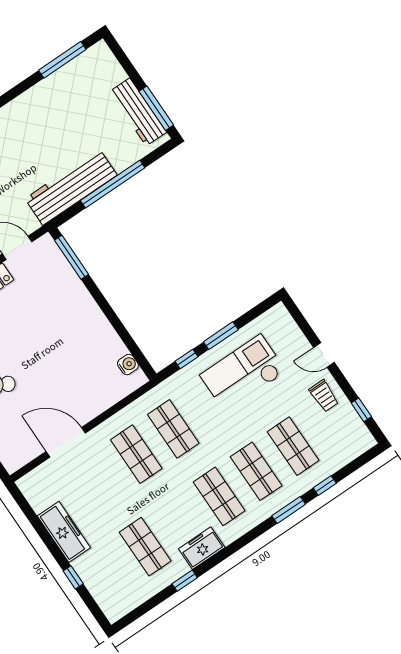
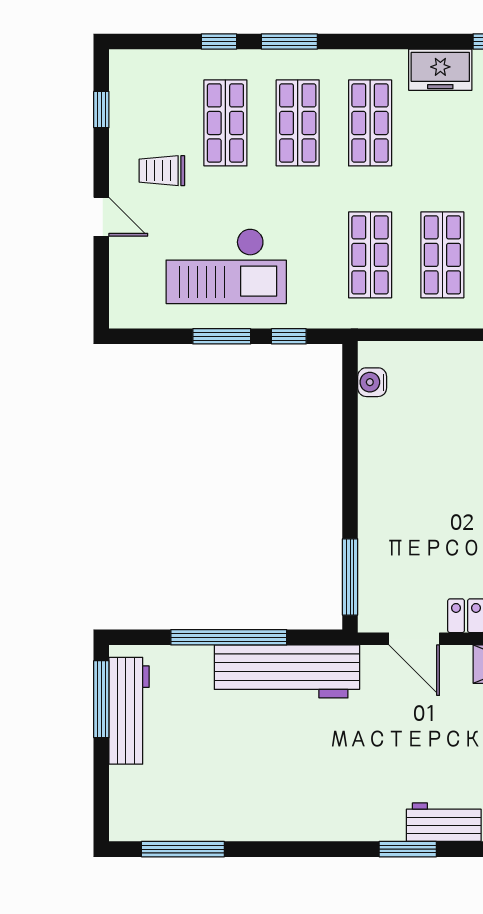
trolley: (324, 396) -> (162, 171), moved, turned -90

